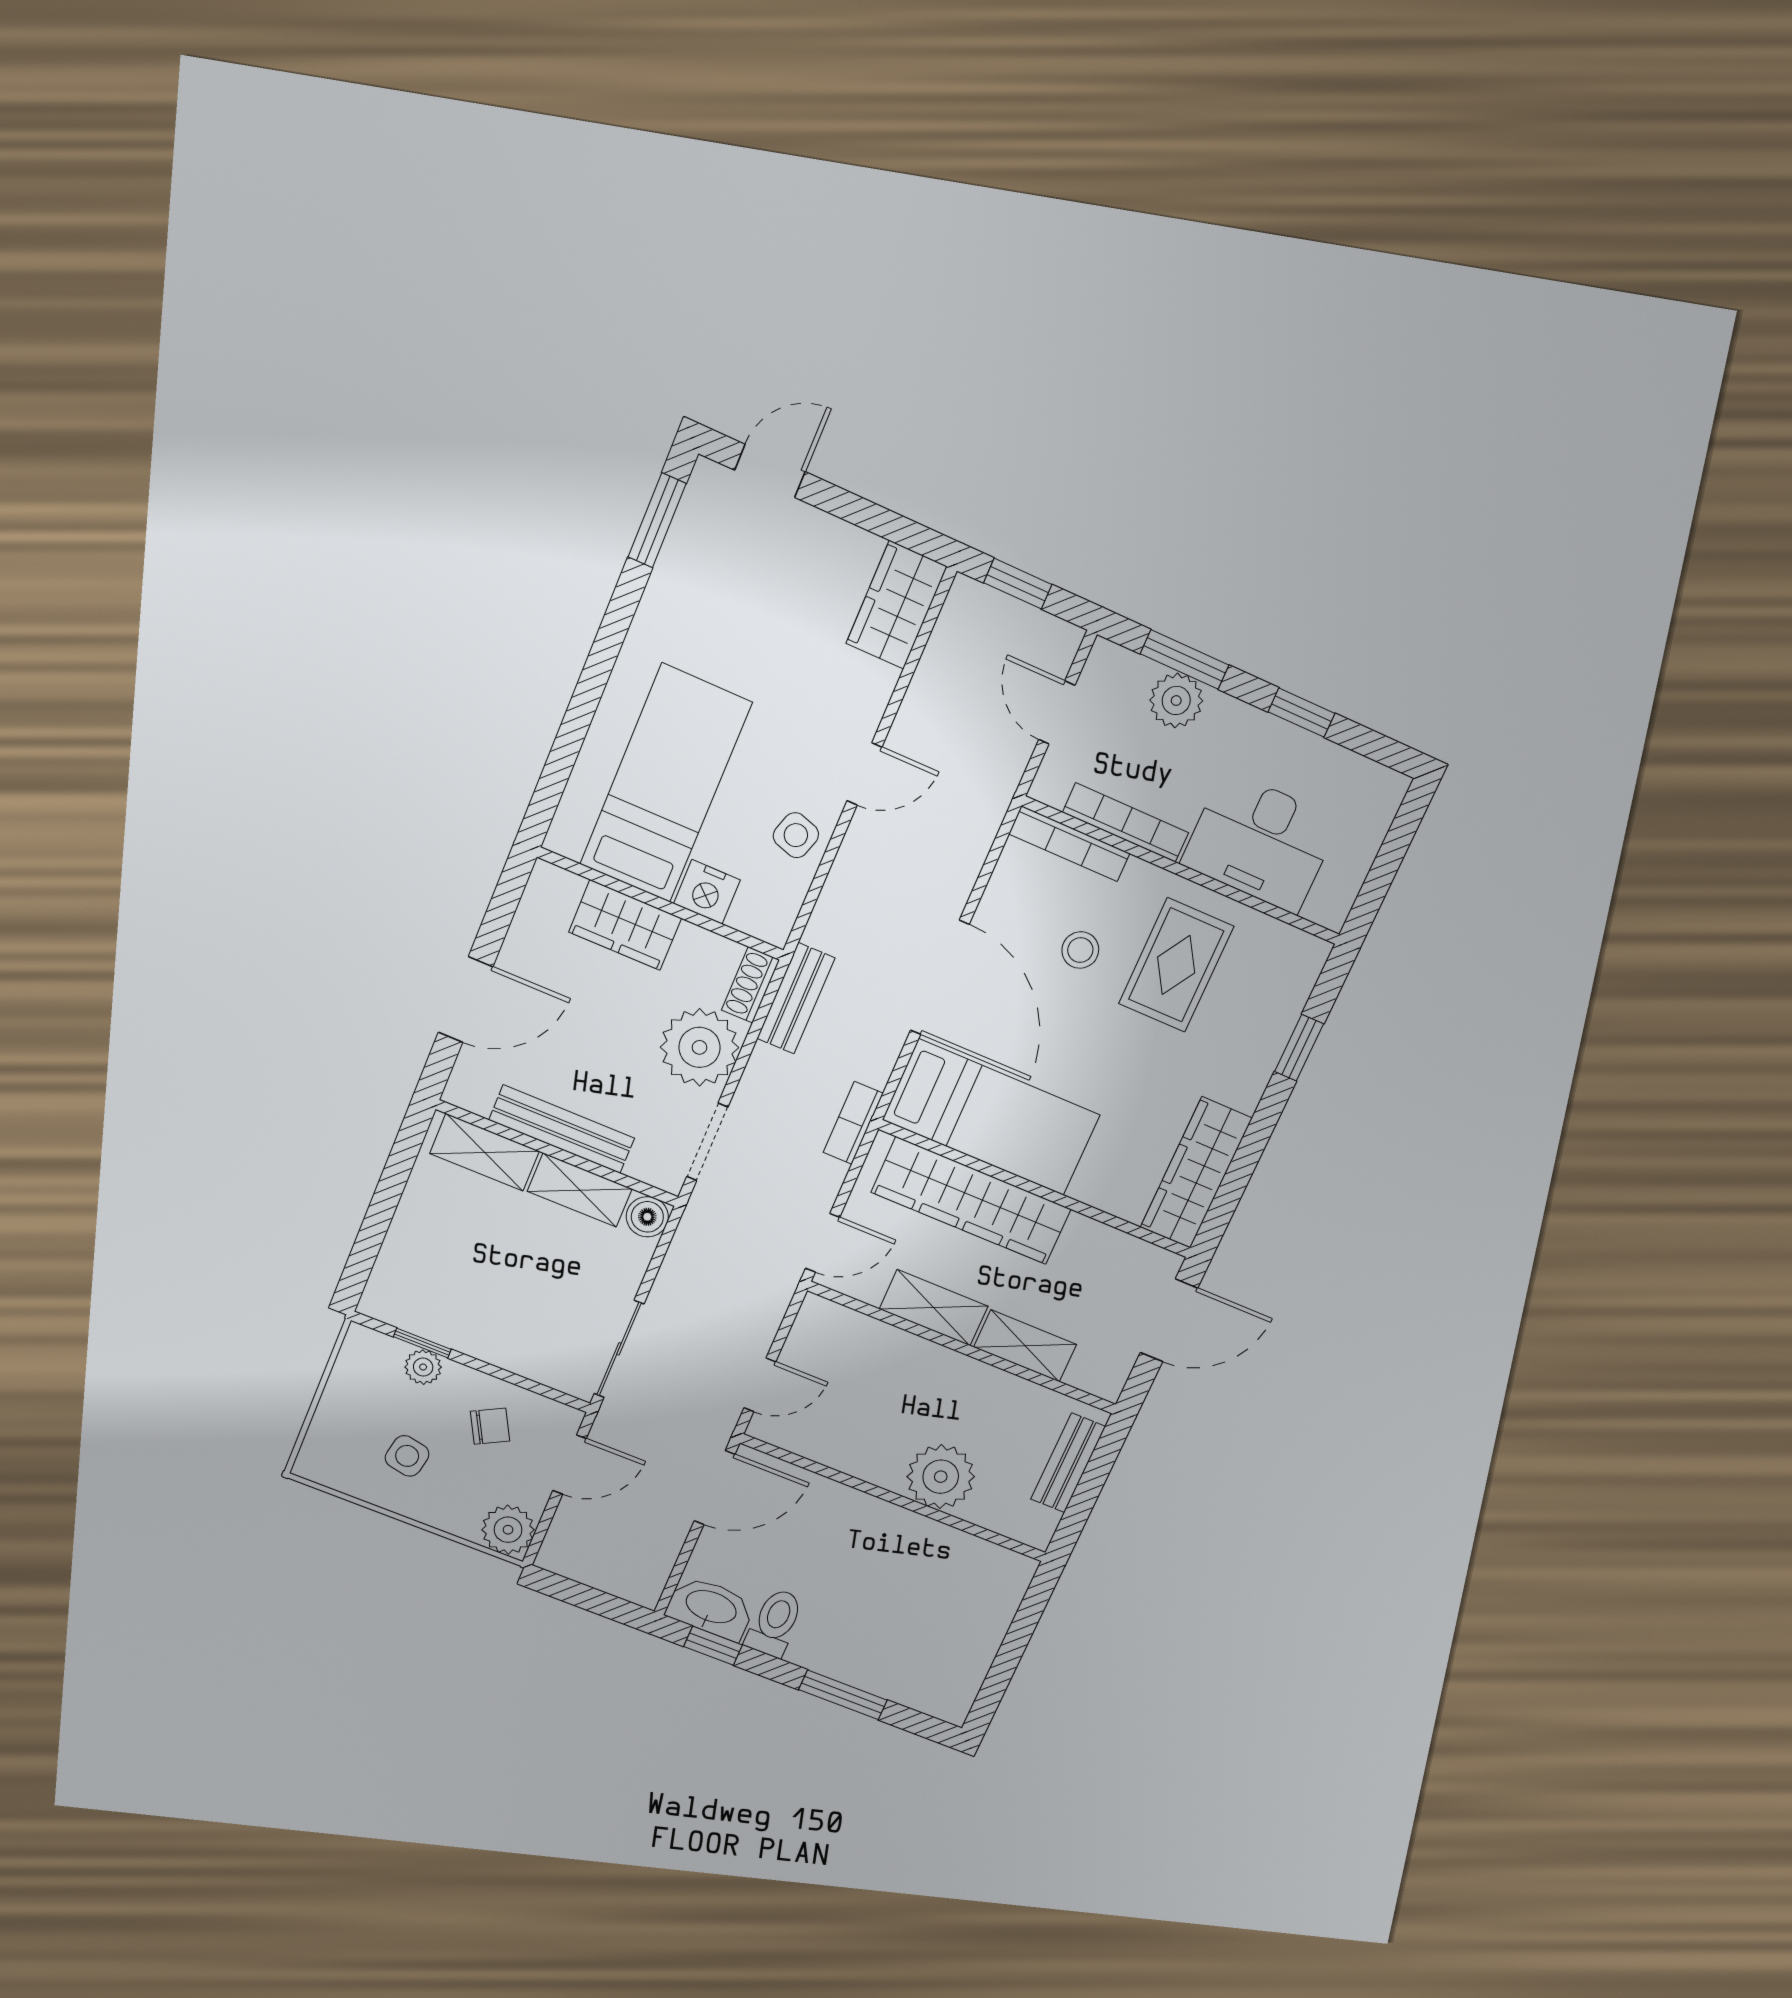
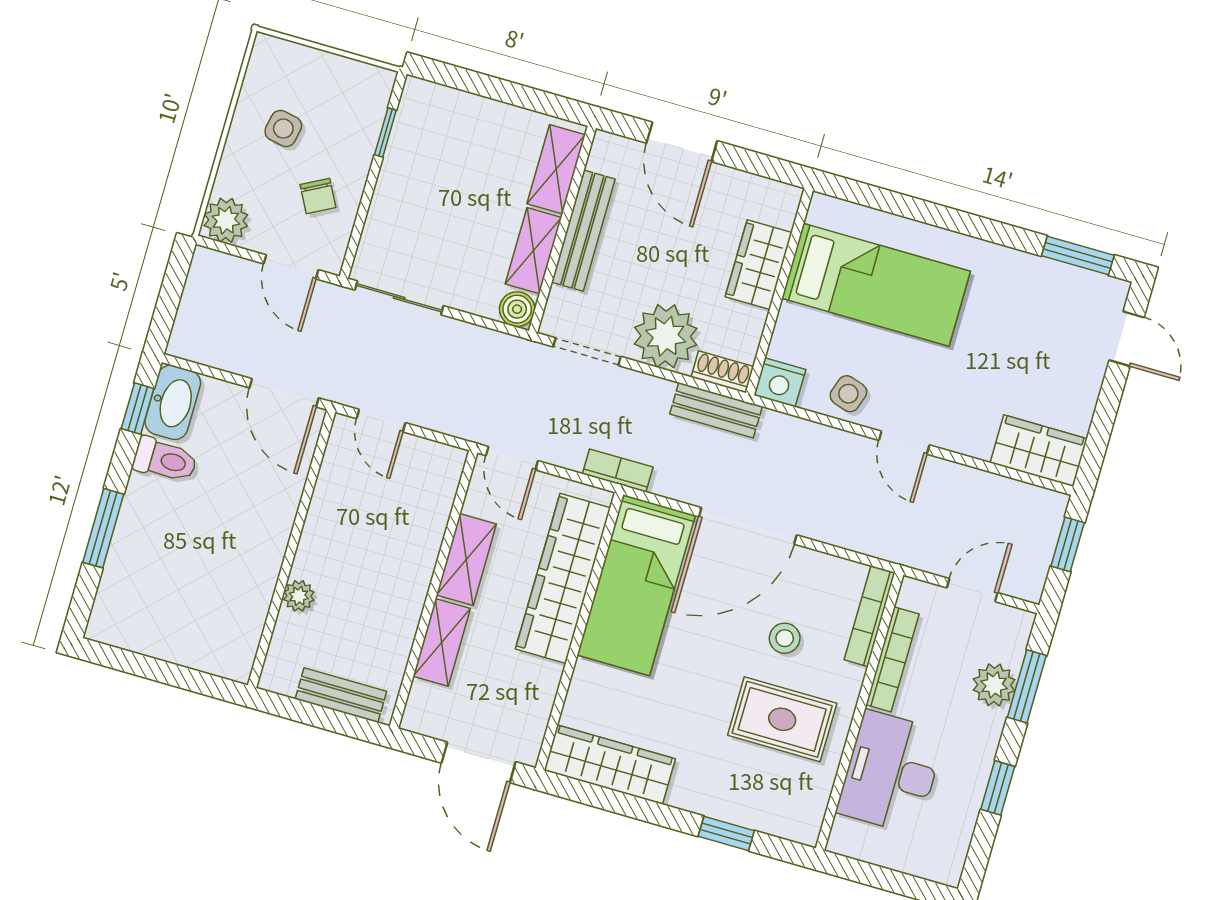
nightstand: (707, 892) -> (780, 382), moved, turned -90
plant: (423, 1367) -> (364, 135), removed
plant: (941, 1477) -> (299, 596), width x0.53, depth x0.53

